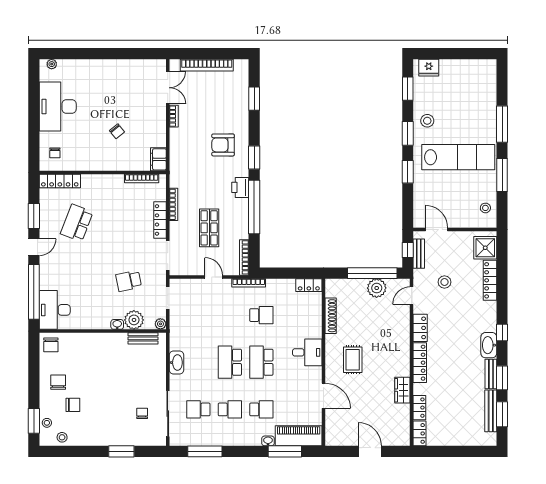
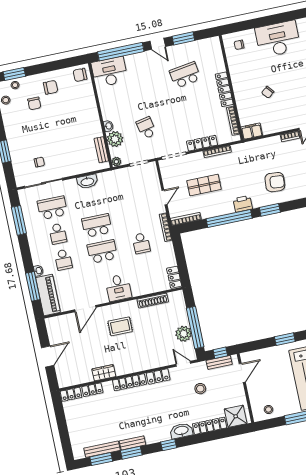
armchair: (223, 145) -> (275, 182), turned 95
locker: (60, 181) -> (224, 89), moved
school desk: (77, 223) -> (185, 75), turned -30
washbasin: (489, 345) -> (181, 431), moved
school desk: (198, 409) -> (52, 208), width x1.85

